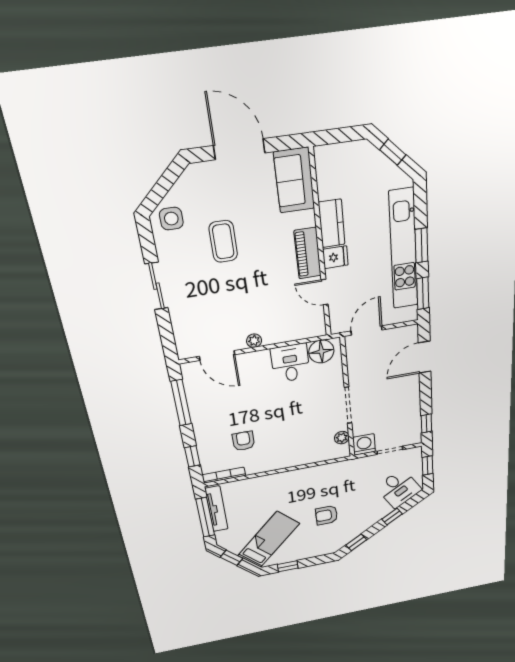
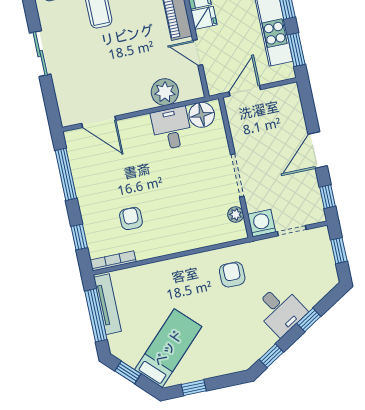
plant: (254, 341) -> (165, 92), moved, width x1.88, depth x1.88
door: (425, 357) -> (318, 150), moved
desk: (399, 489) -> (280, 310), moved
armchair: (327, 515) -> (232, 275), moved, turned 90

